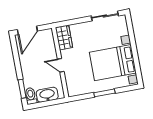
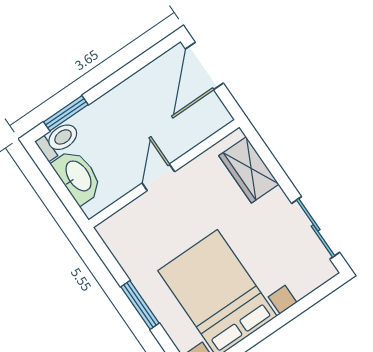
door: (27, 30) -> (204, 66), hinge flipped
wardrobe: (64, 37) -> (249, 170), moved, turned 90

